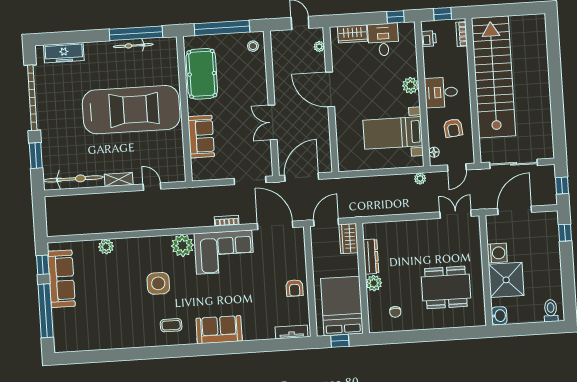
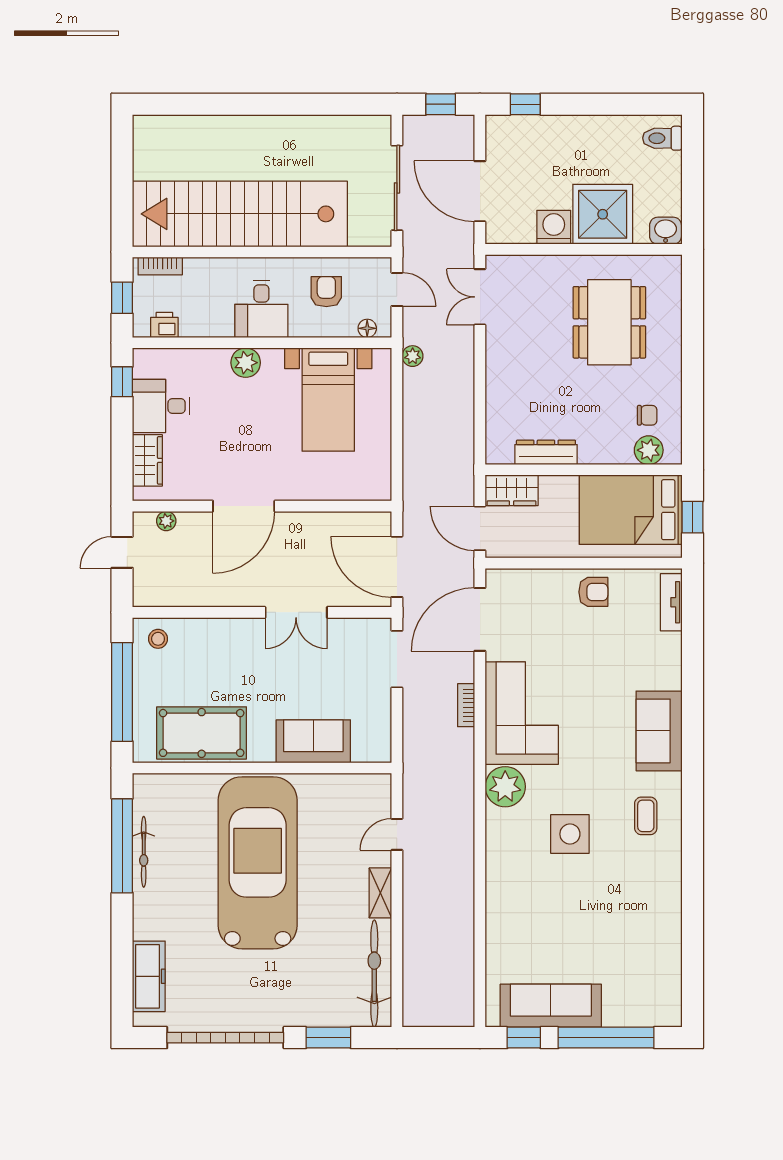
armchair: (453, 128) -> (326, 292), turned -84
plant: (106, 247) -> (499, 923), removed
plant: (374, 283) -> (649, 450), moved

